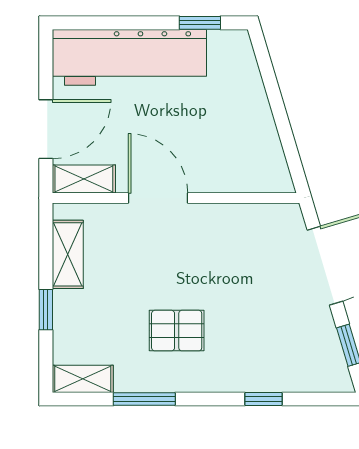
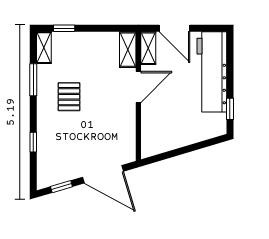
shelving: (68, 254) -> (128, 50), moved, turned 90
window: (46, 310) -> (64, 28), moved

